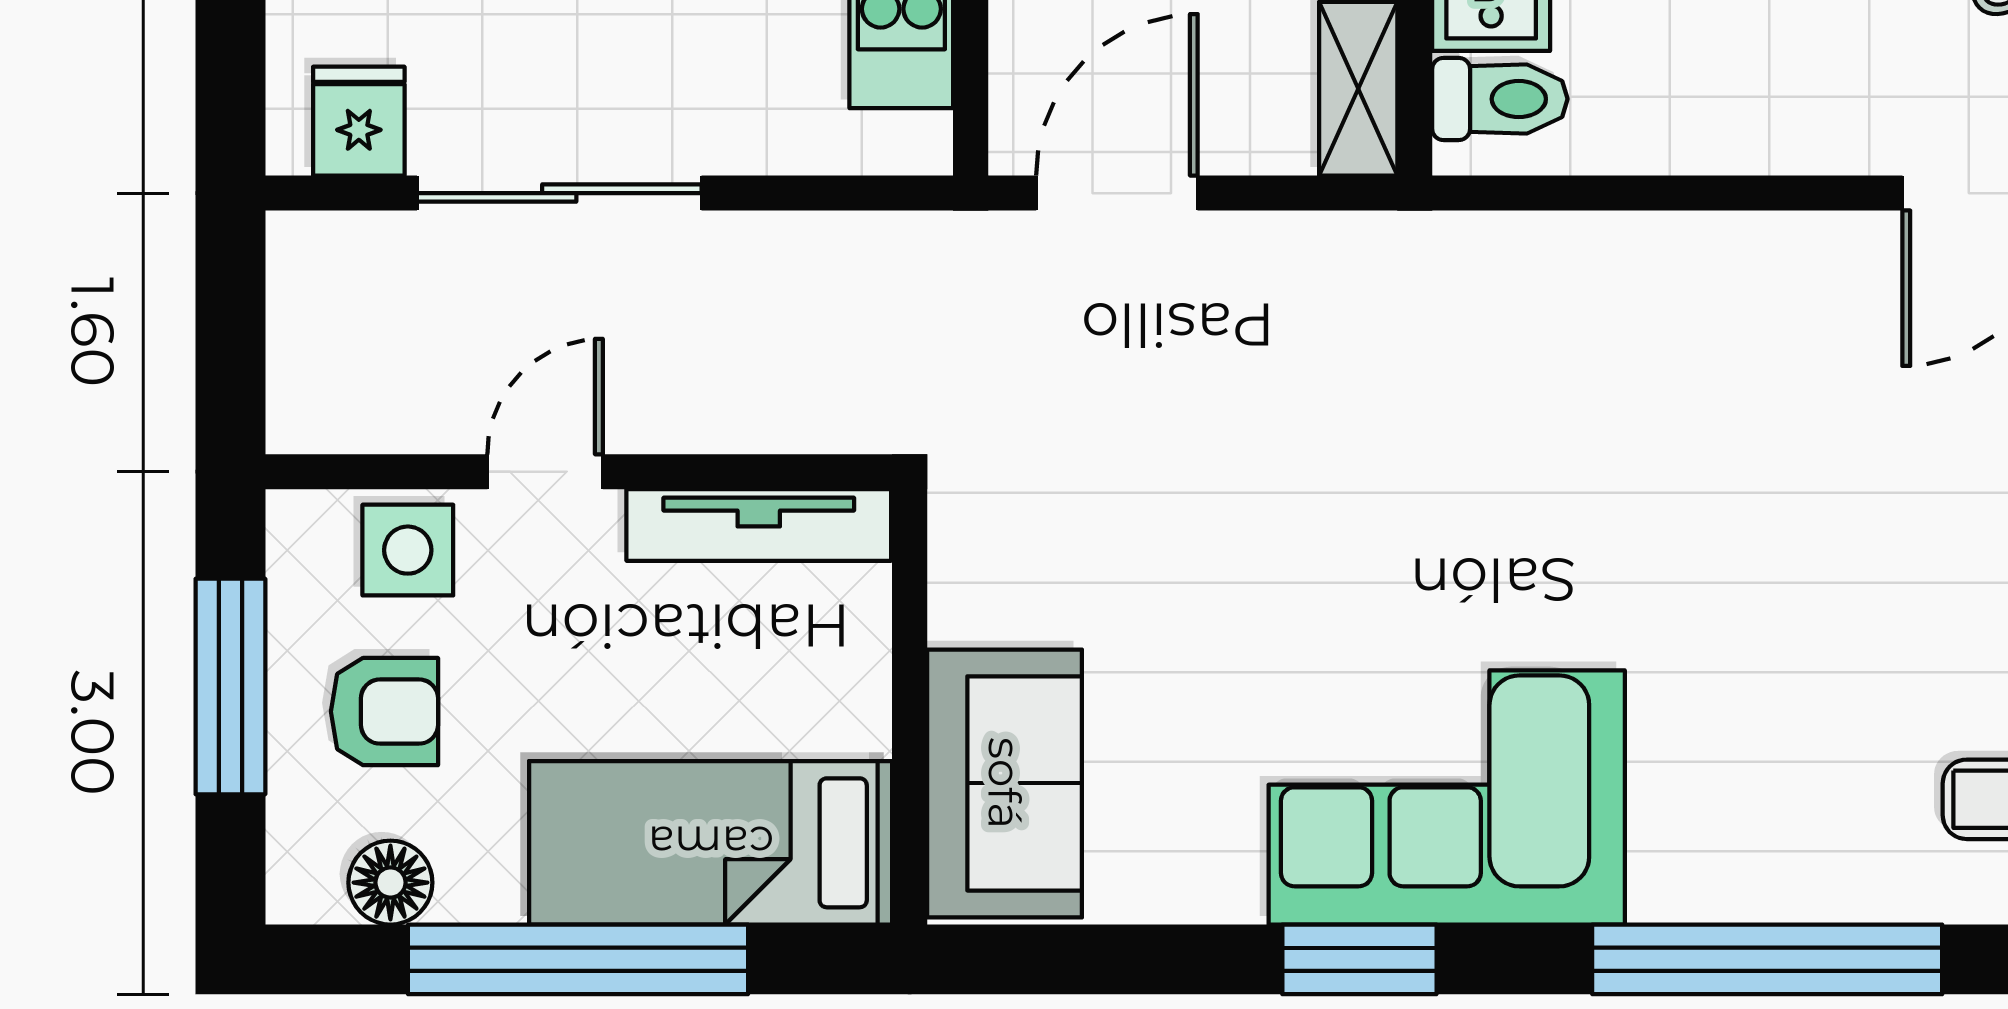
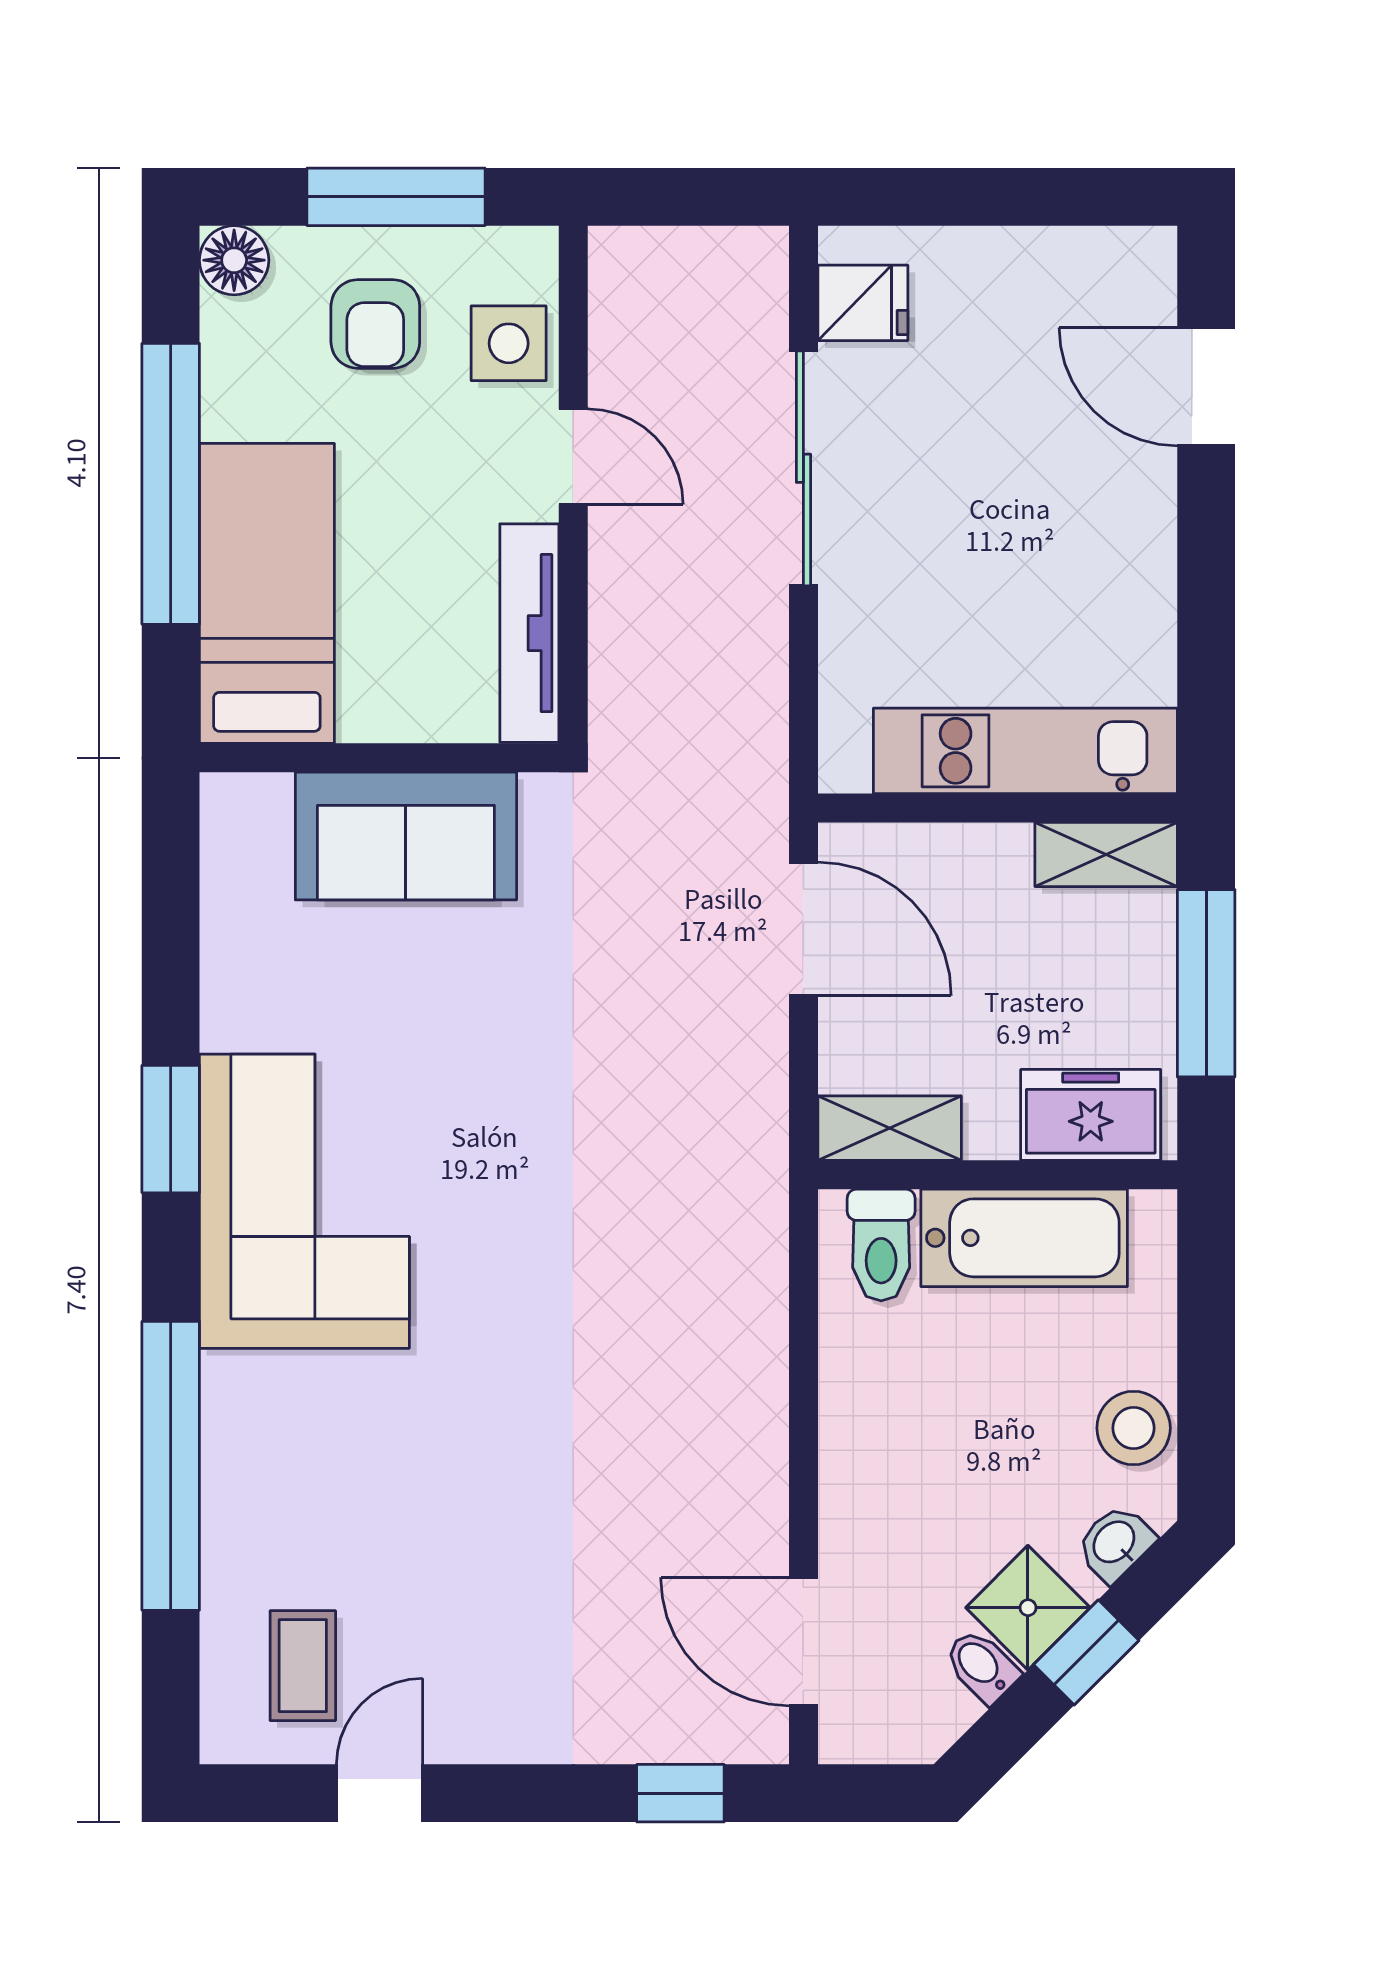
sofa: (1005, 783) -> (406, 836), moved
floor lamp: (390, 883) -> (234, 260), moved

